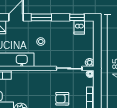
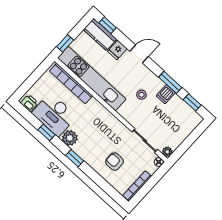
window: (41, 17) -> (170, 82), moved
dishwasher: (79, 27) -> (166, 94), moved

